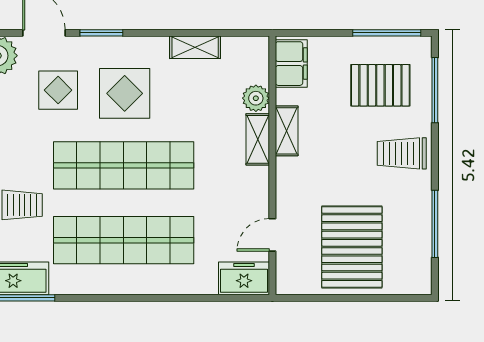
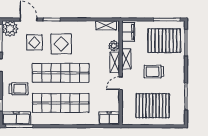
shelving: (195, 47) -> (106, 25), moved
pallet: (380, 85) -> (164, 41), width x1.37, depth x1.41
trolley: (402, 153) -> (154, 72), moved
door: (272, 235) -> (121, 83), moved
pallet: (352, 247) -> (153, 106), turned 90

